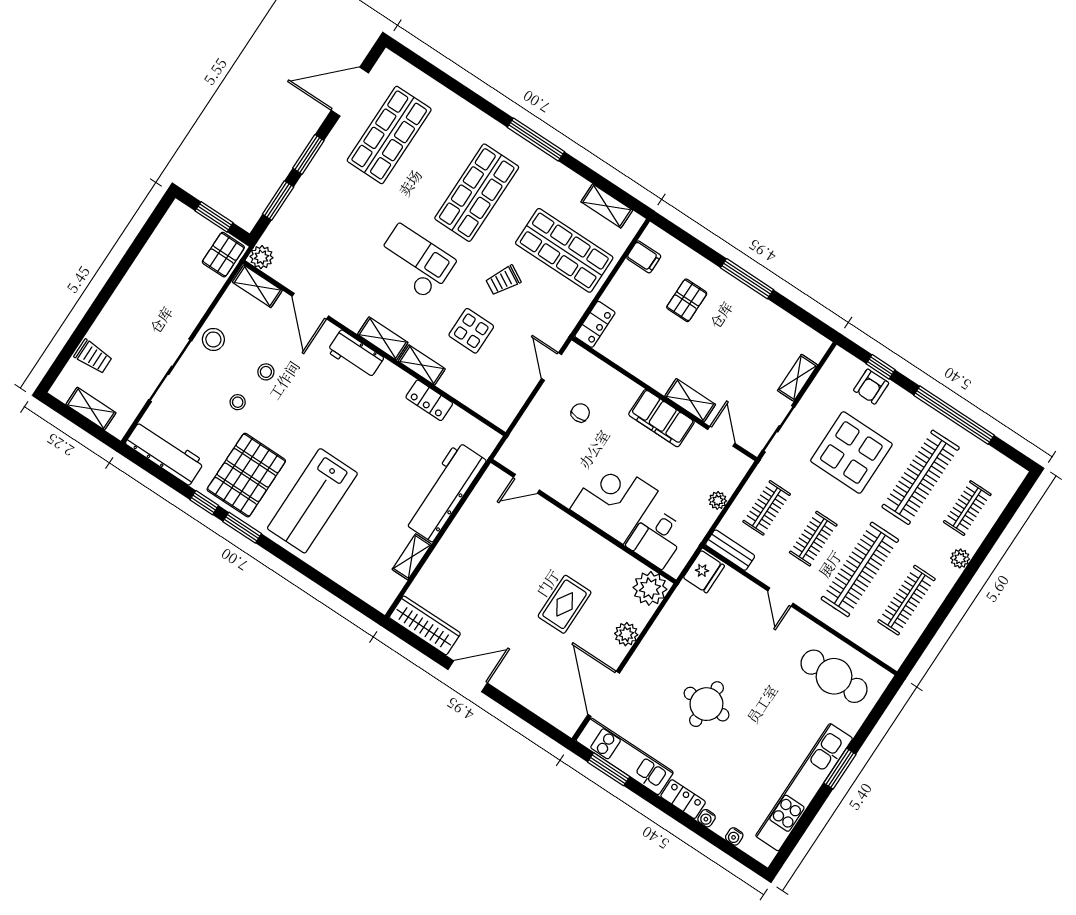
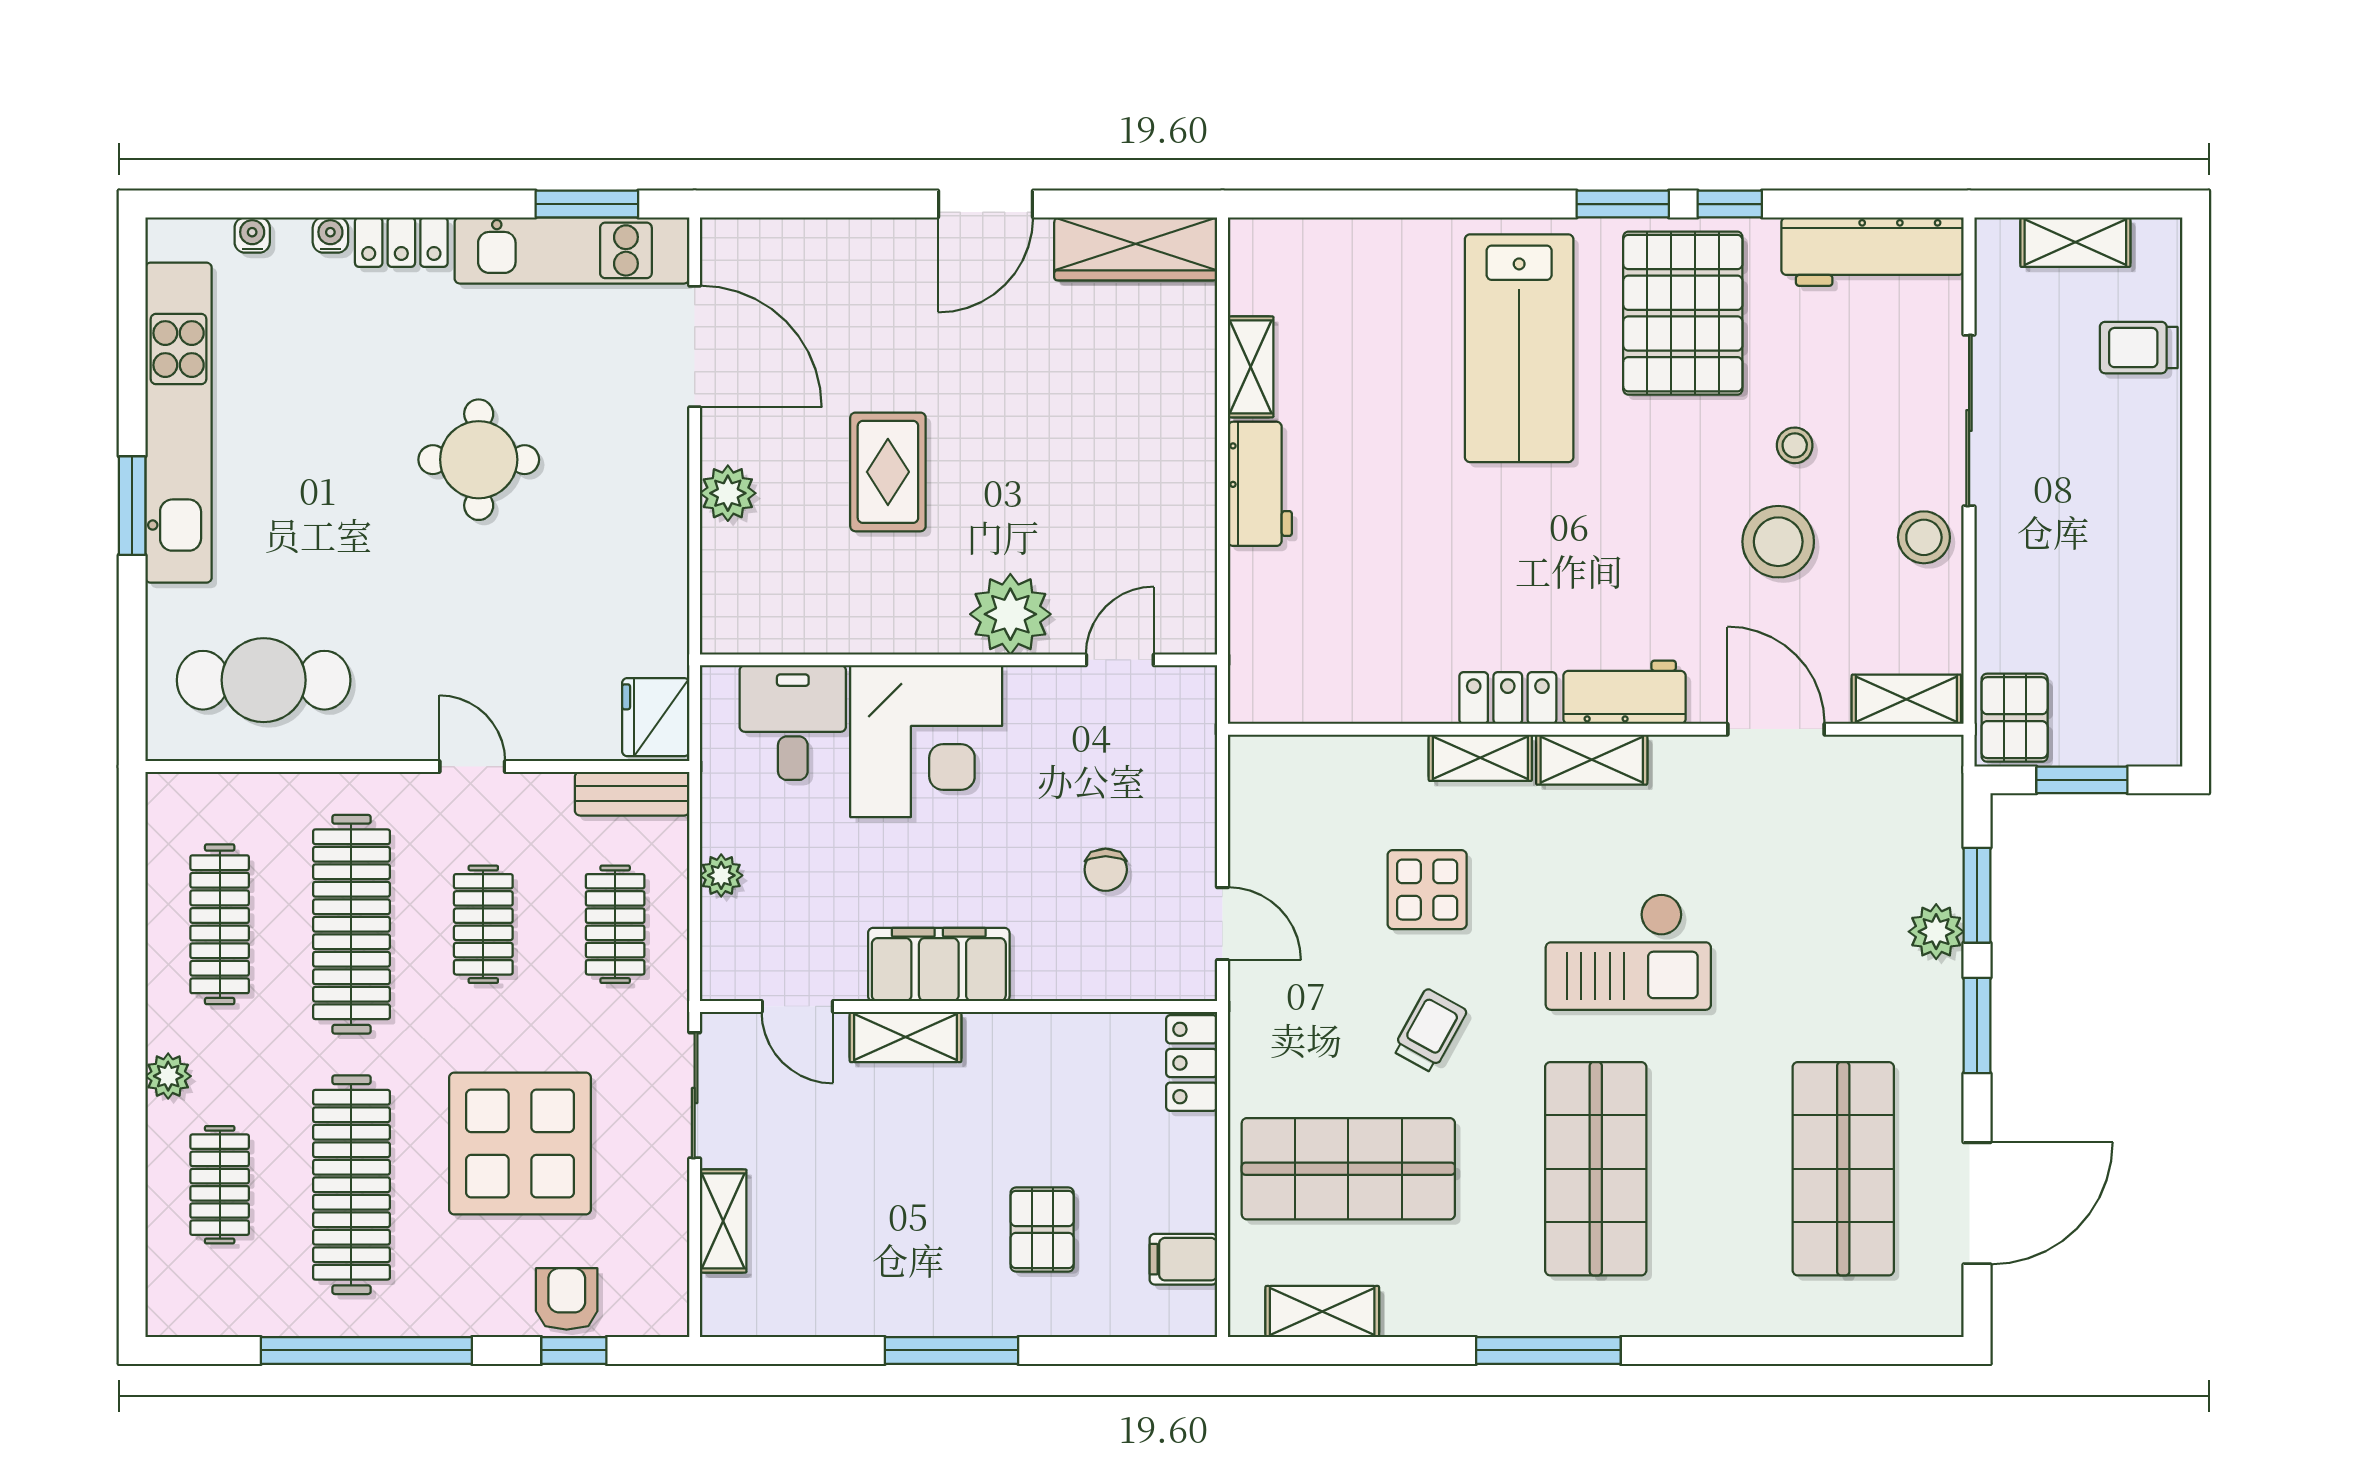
plant: (261, 257) -> (1936, 932), moved
stool: (266, 372) -> (1778, 542), width x1.89, depth x1.89
locker: (429, 400) -> (1508, 698), moved
workbench: (445, 492) -> (1260, 484), width x0.53, depth x0.76
lab bench: (312, 501) -> (1519, 348), turned 180
plant: (650, 588) -> (1010, 614), moved

